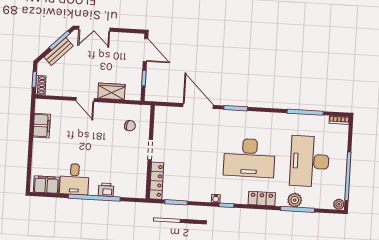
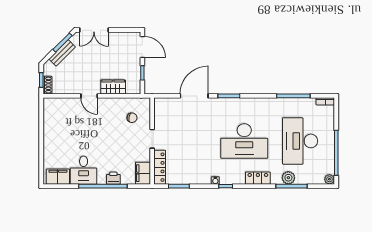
door: (198, 106) -> (194, 96), hinge flipped
filing cabinet: (42, 126) -> (143, 173), moved, turned 180

